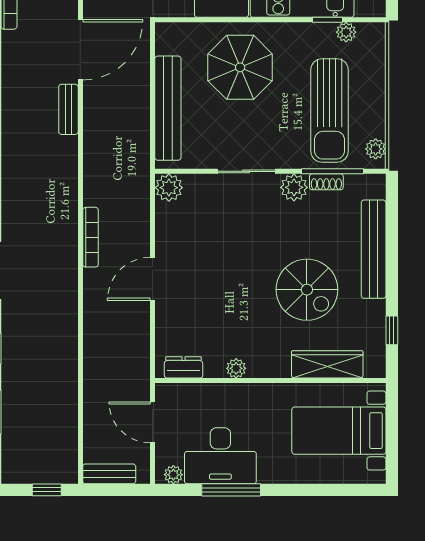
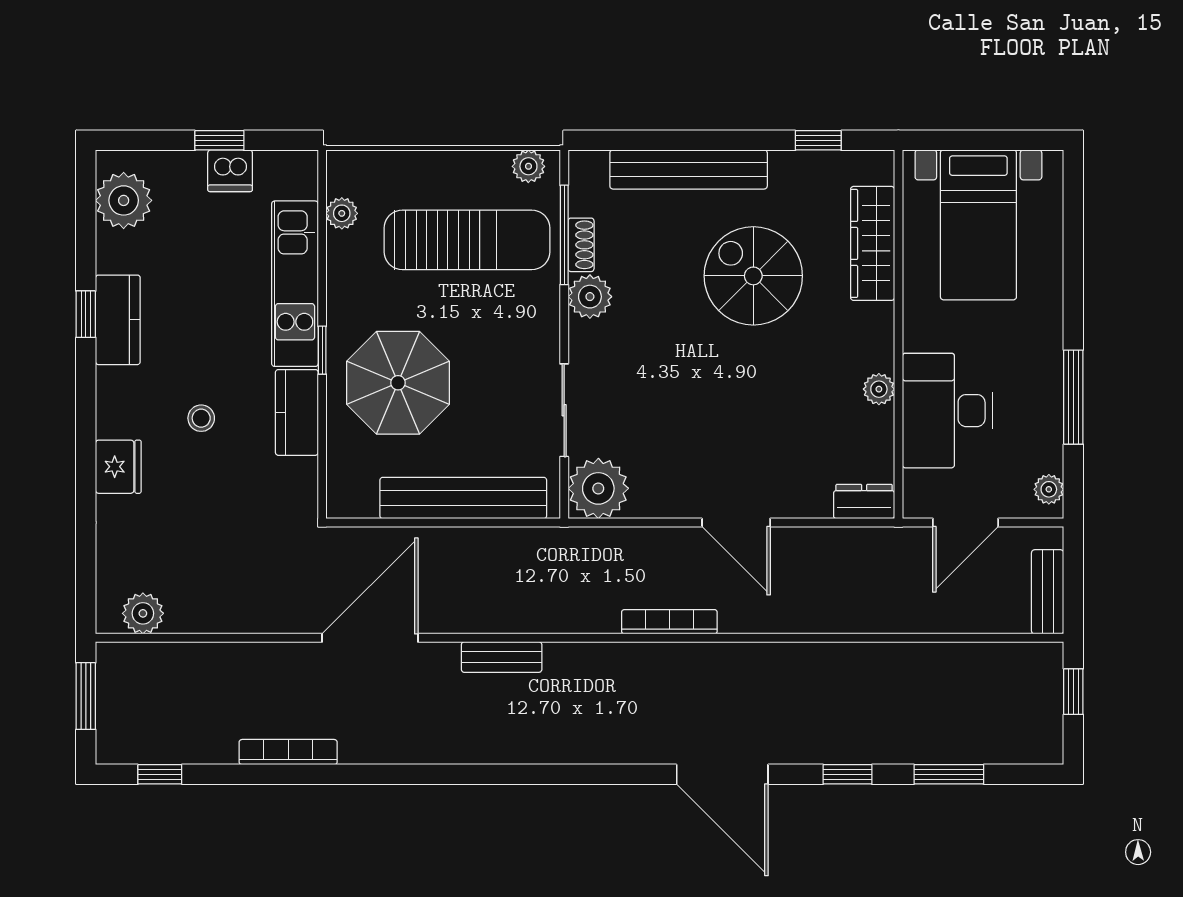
window: (327, 20) -> (322, 350), moved
door: (80, 50) -> (370, 638), hinge flipped
bench: (68, 109) -> (502, 657), moved
sliding door: (246, 171) -> (564, 410), moved
plant: (169, 188) -> (598, 488), width x1.36, depth x1.36
spiral stairs: (307, 290) -> (753, 276), turned -90
dresser: (184, 367) -> (864, 502), moved, turned 90
desk: (220, 456) -> (947, 411), moved, turned 180

